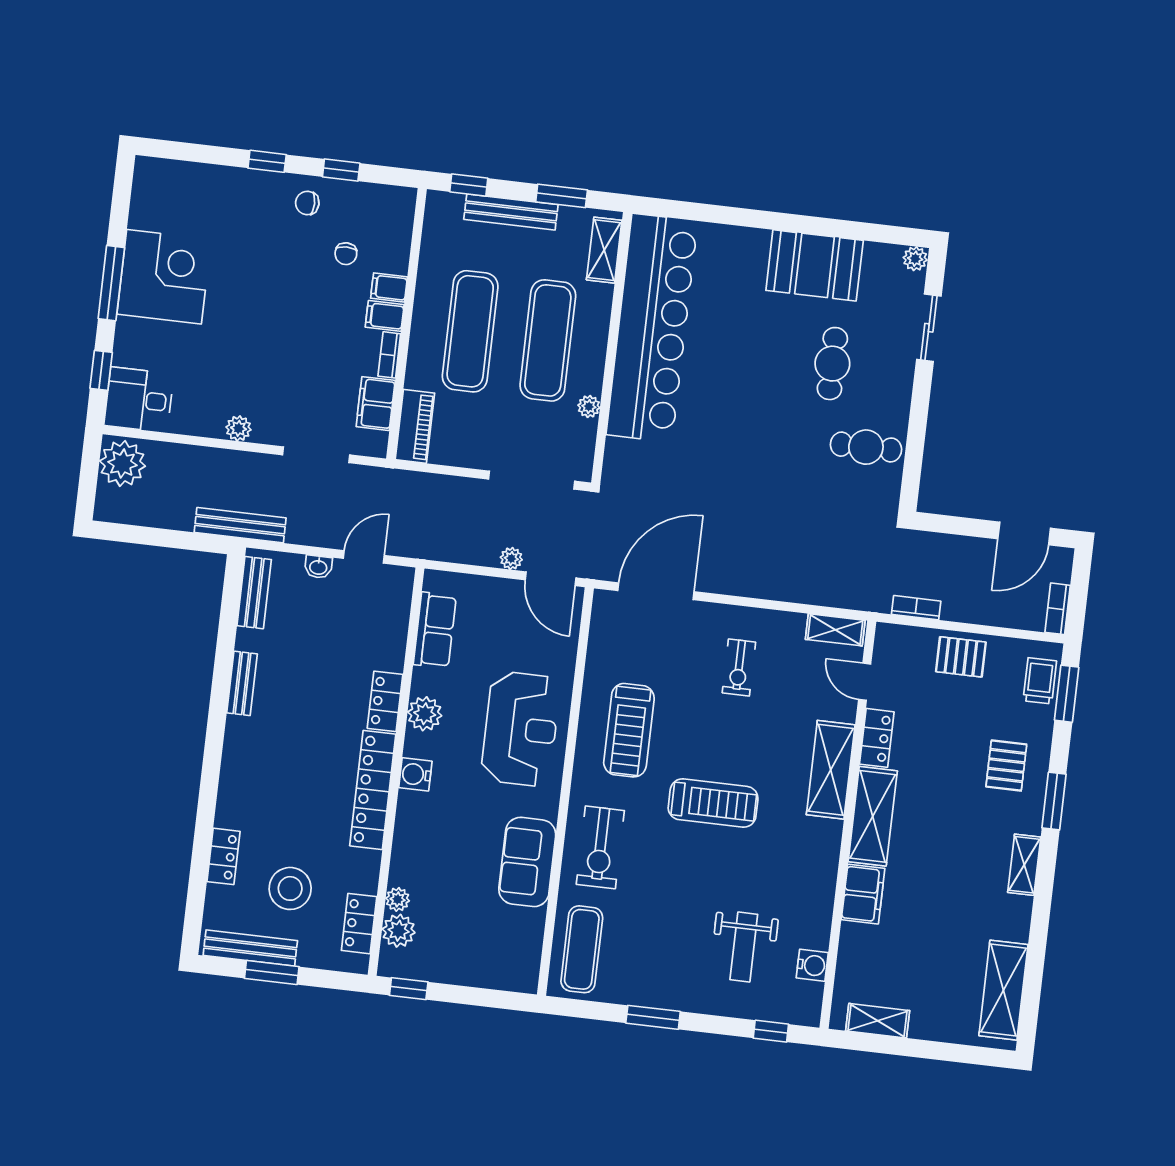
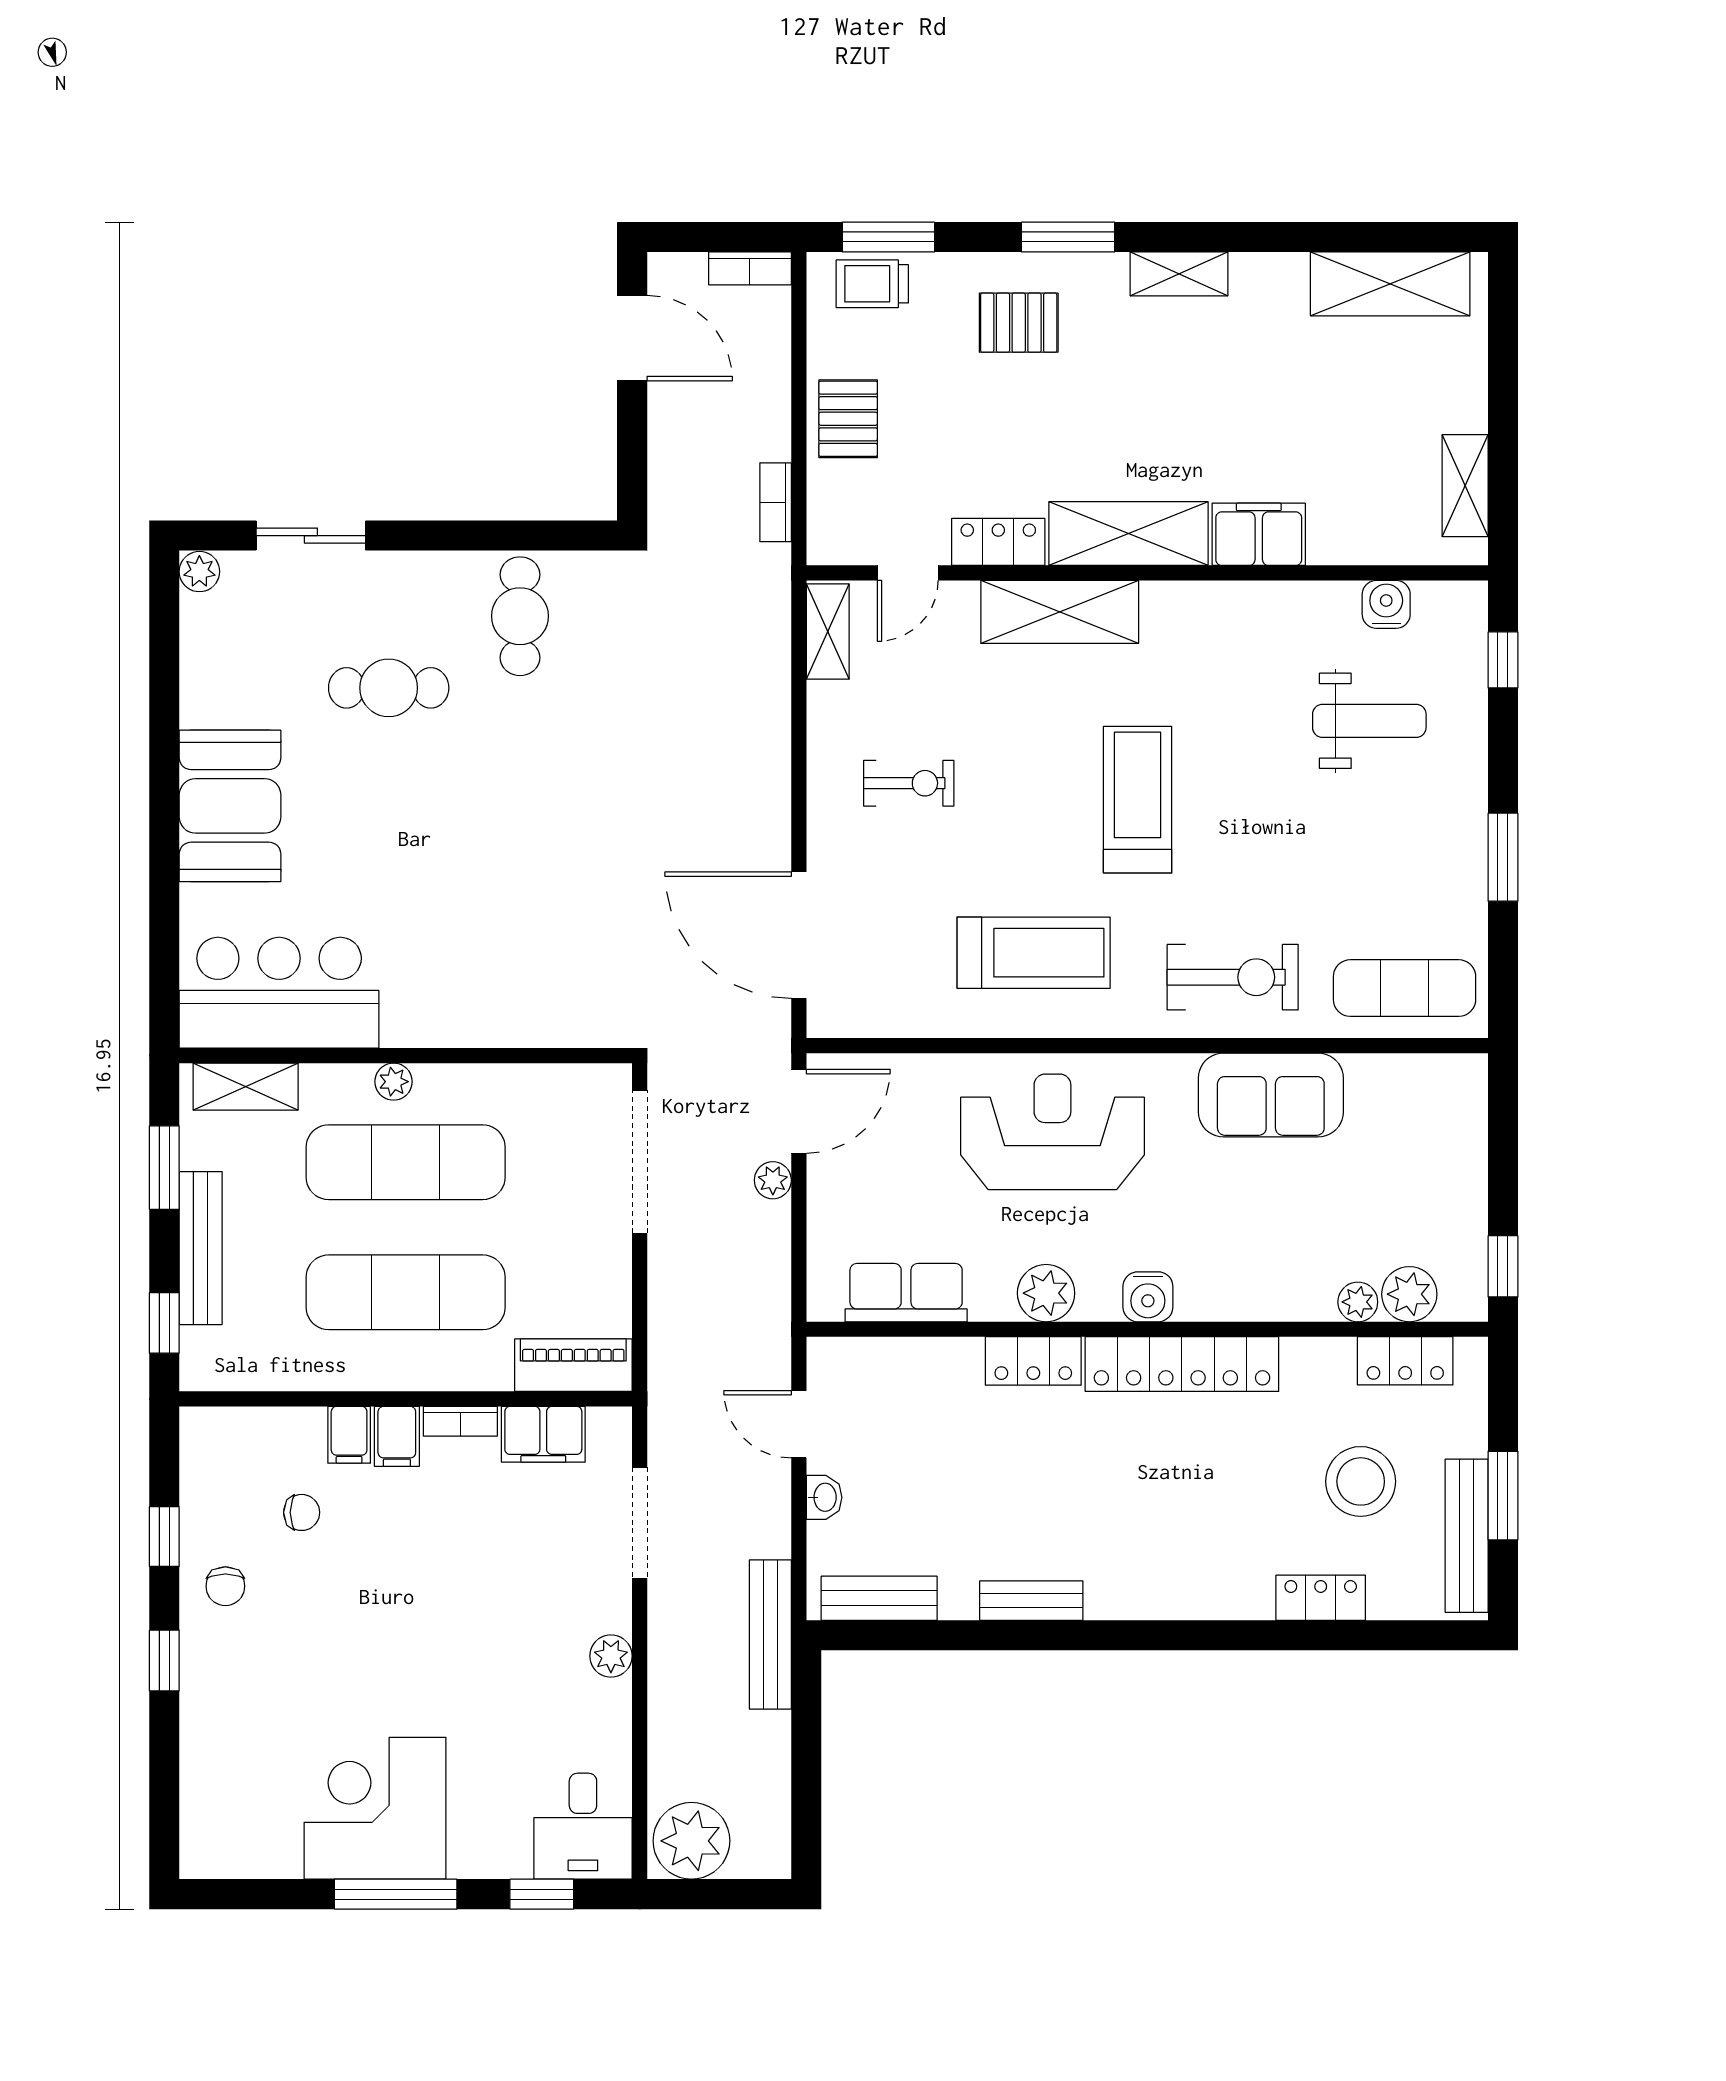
booth: (815, 265) -> (230, 806), moved
bar counter: (652, 328) -> (279, 993), width x0.54
plant: (589, 407) -> (394, 1082), moved

